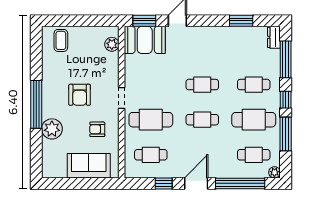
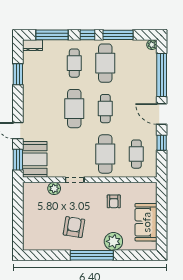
coffee table: (61, 40) -> (35, 233), removed
plant: (112, 44) -> (54, 188), moved
cafe table: (202, 85) -> (74, 109), width x1.37, depth x1.35
armchair: (80, 95) -> (74, 227), moved, turned -81
doorway: (122, 98) -> (75, 180), moved
cafe table: (254, 155) -> (136, 63), removed
sofa: (89, 166) -> (146, 222), moved

